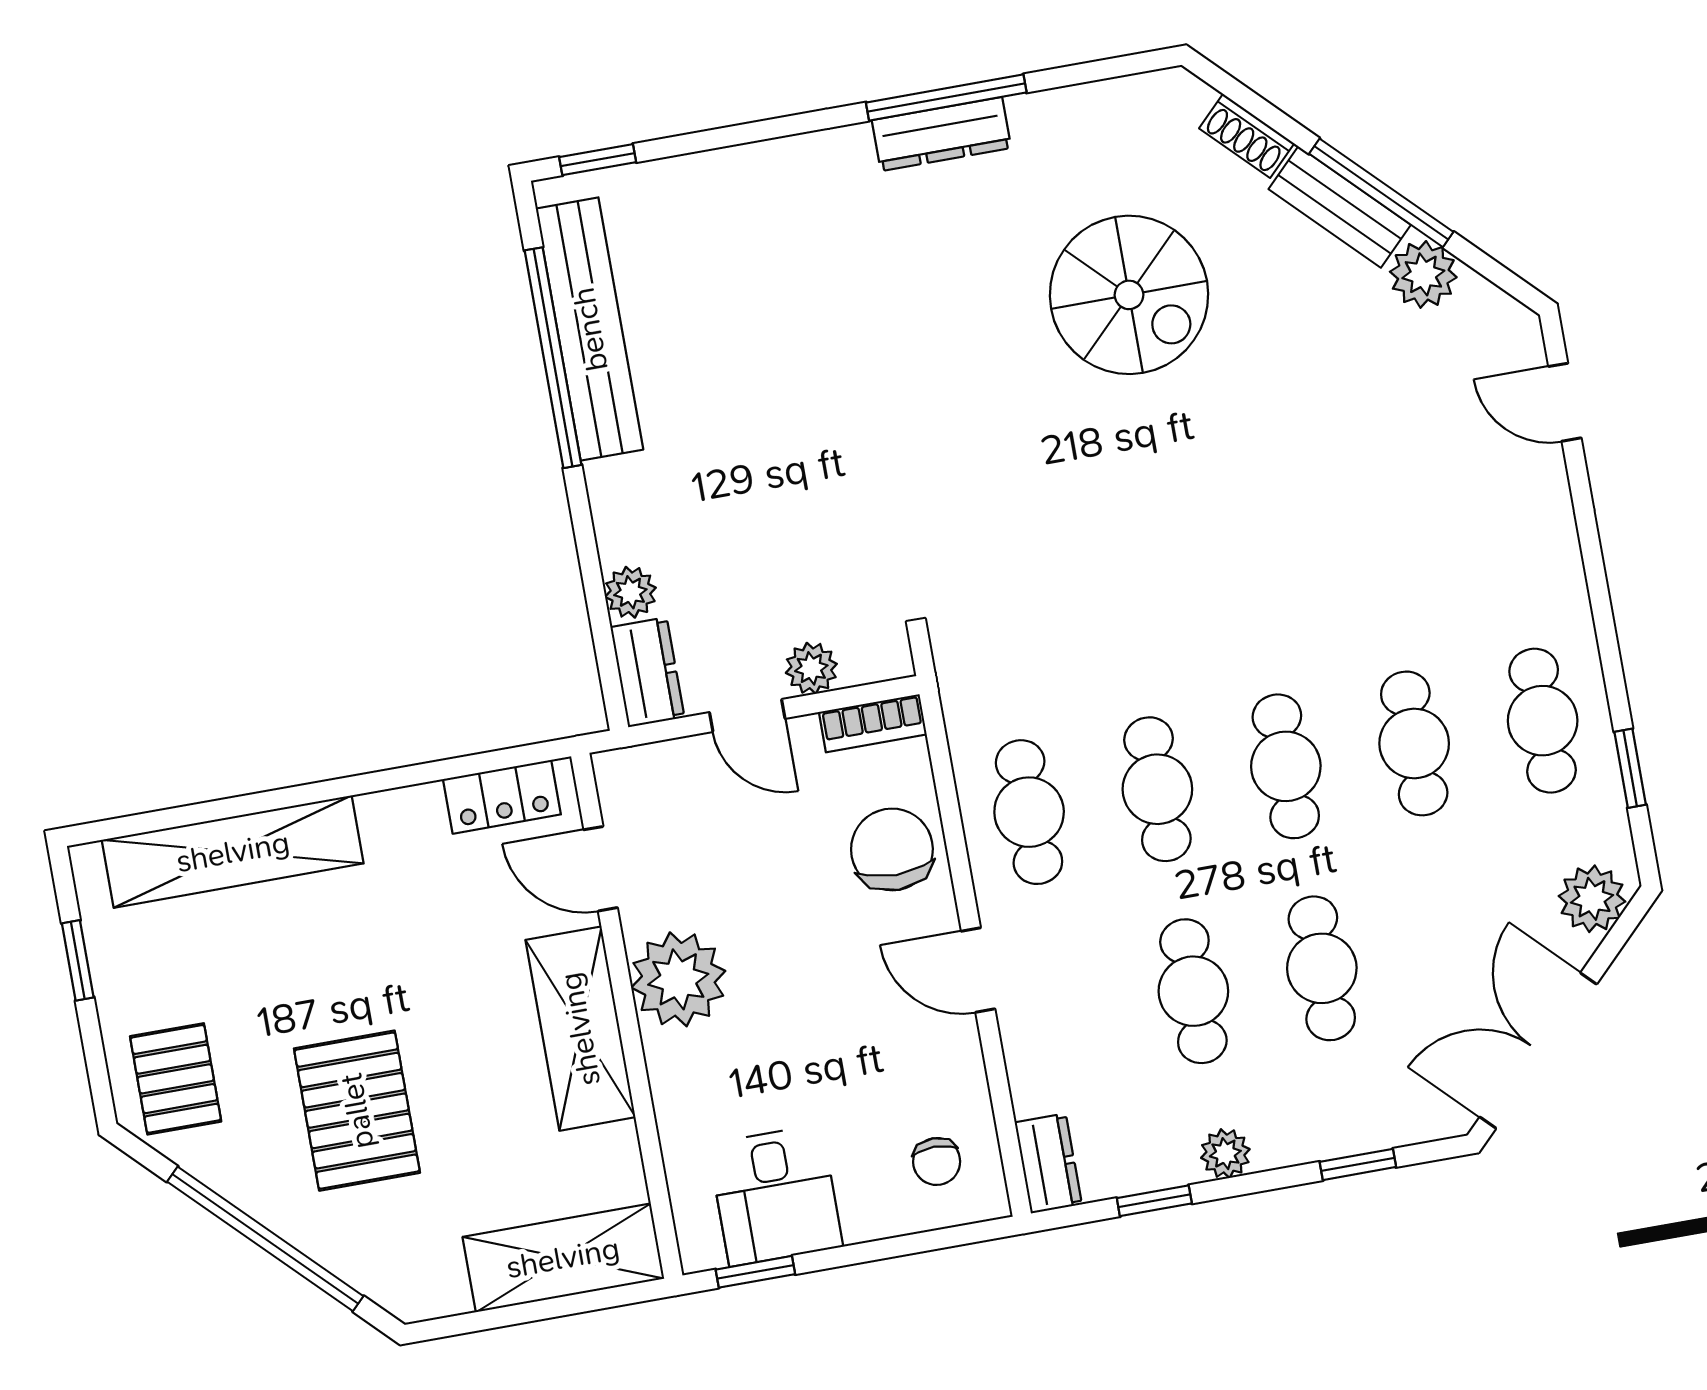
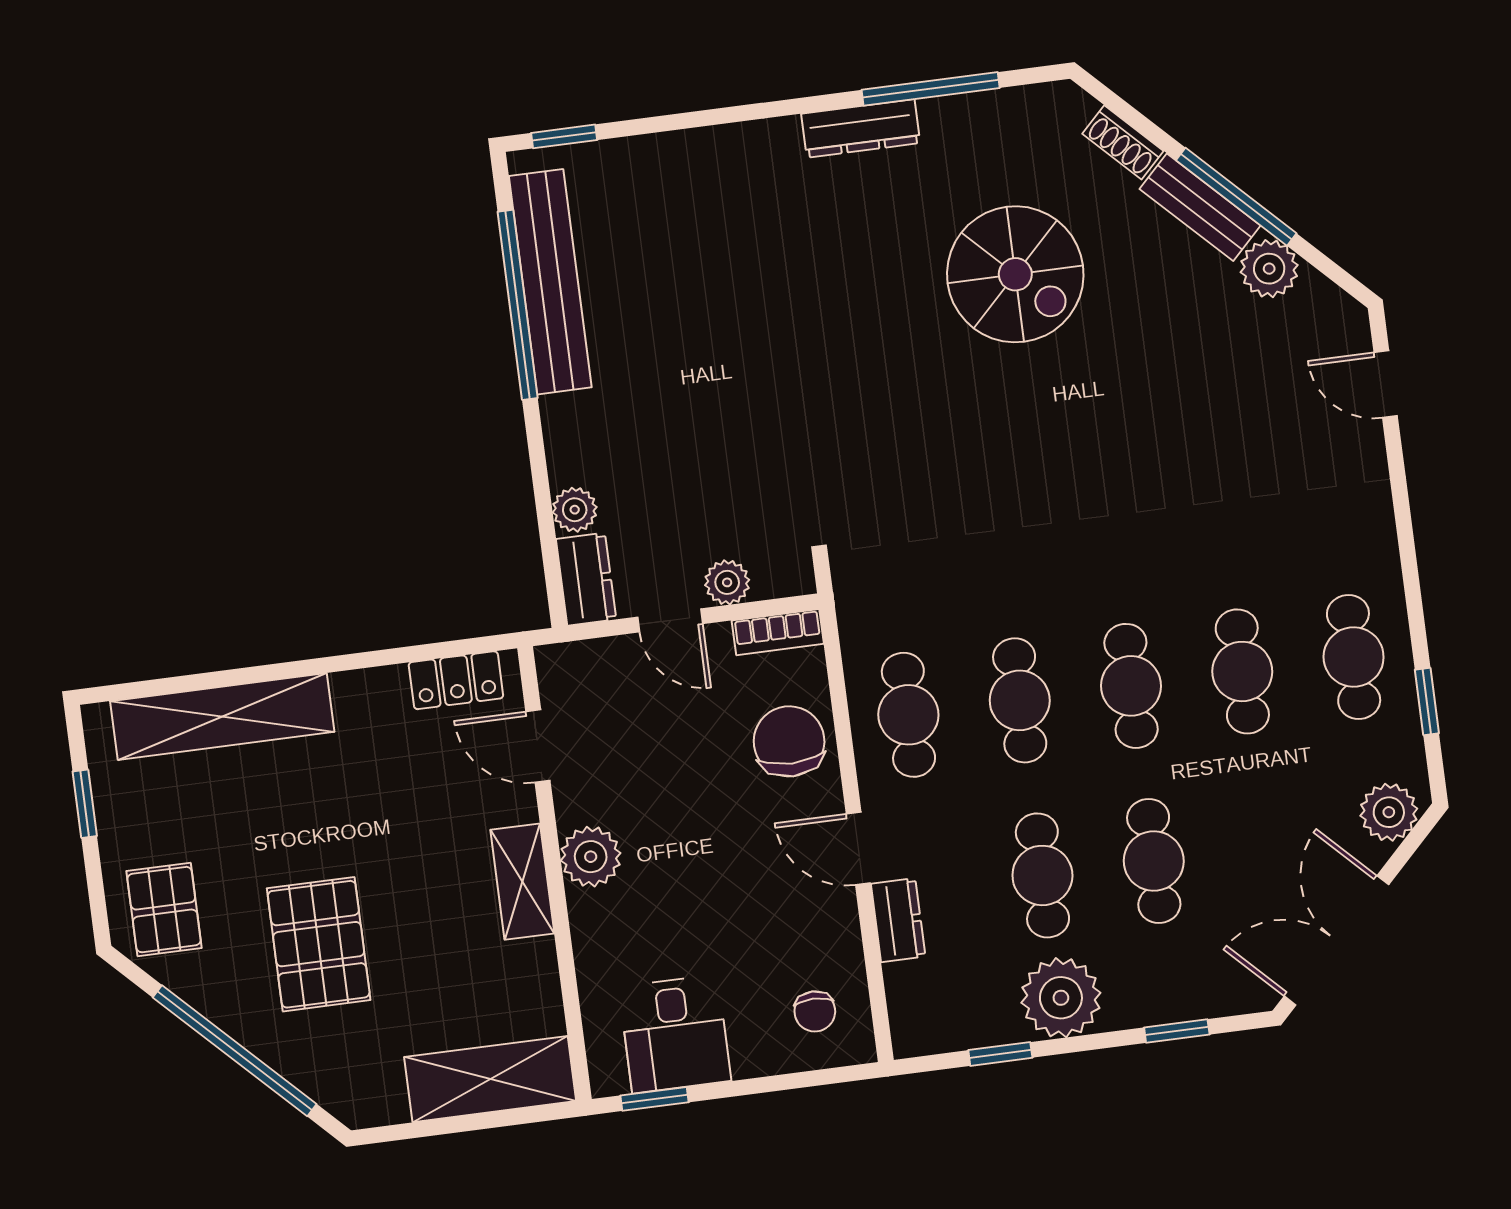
window: (946, 97) -> (931, 89), moved
plant: (678, 979) -> (591, 857), width x0.73, depth x0.73
shelving: (580, 1029) -> (522, 882), width x0.67, depth x0.75
plant: (1225, 1154) -> (1061, 998), width x1.88, depth x1.88
dresser: (1048, 1163) -> (898, 920), moved

